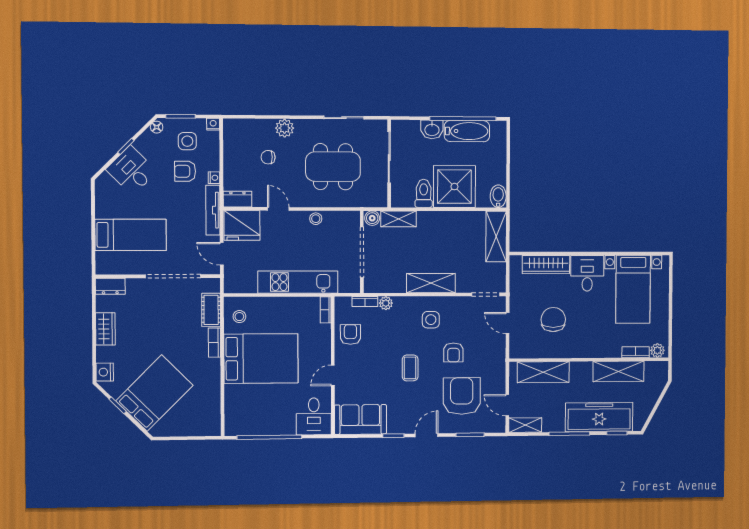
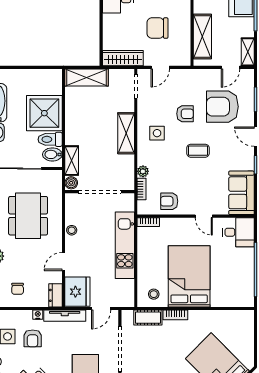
chair: (268, 157) -> (18, 289), moved
bidet: (498, 196) -> (52, 154), moved
wardrobe: (546, 265) -> (123, 58), moved, turned -90

